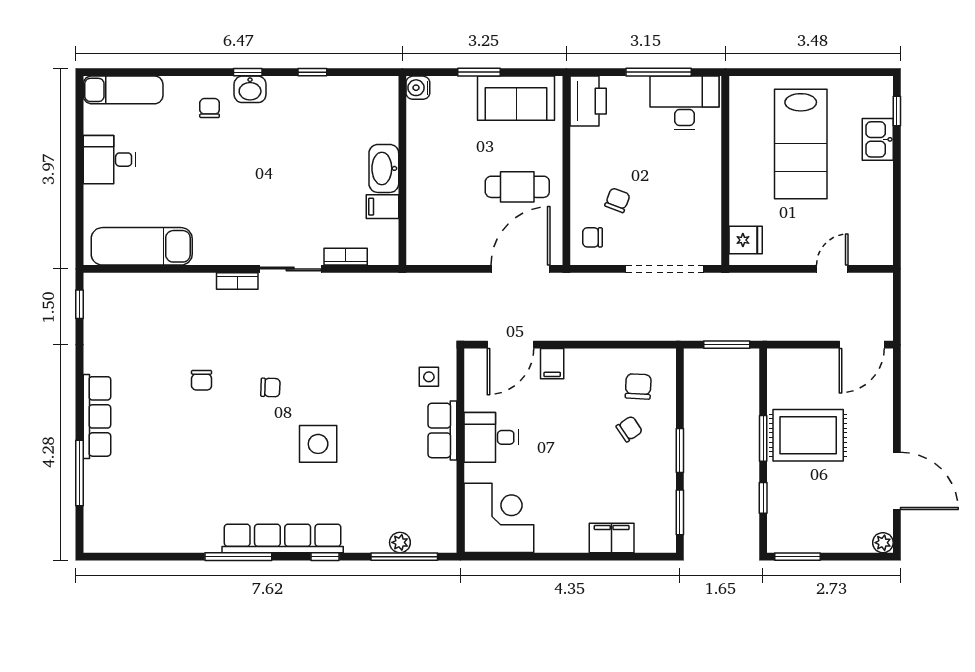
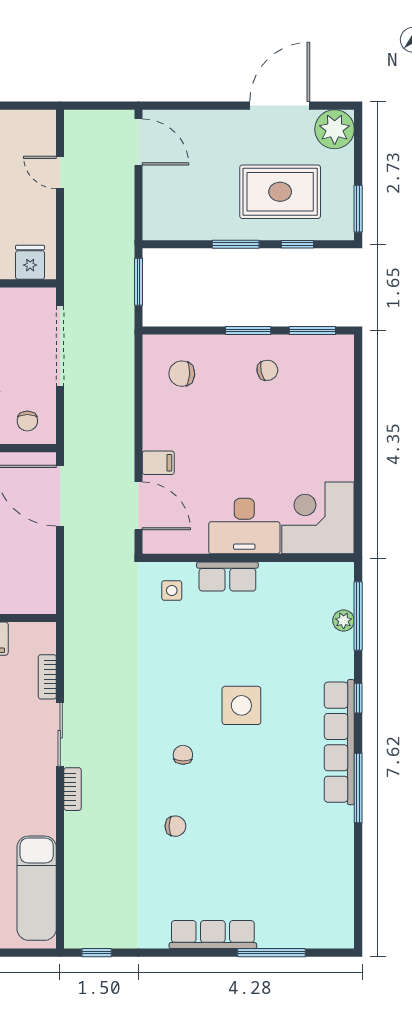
chair: (629, 429) -> (267, 370), moved, turned 112
rug: (808, 435) -> (280, 192), moved, turned 90
desk: (491, 437) -> (244, 526), width x1.37
filing cabinet: (612, 538) -> (339, 401), removed
plant: (883, 543) -> (335, 129), width x1.88, depth x1.88

